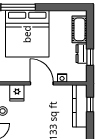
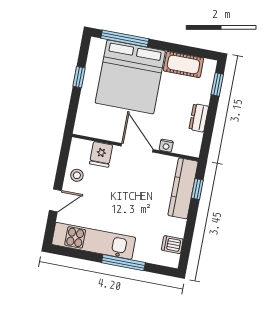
cot: (80, 29) -> (183, 64), moved, turned 90
window: (90, 57) -> (217, 84), moved

